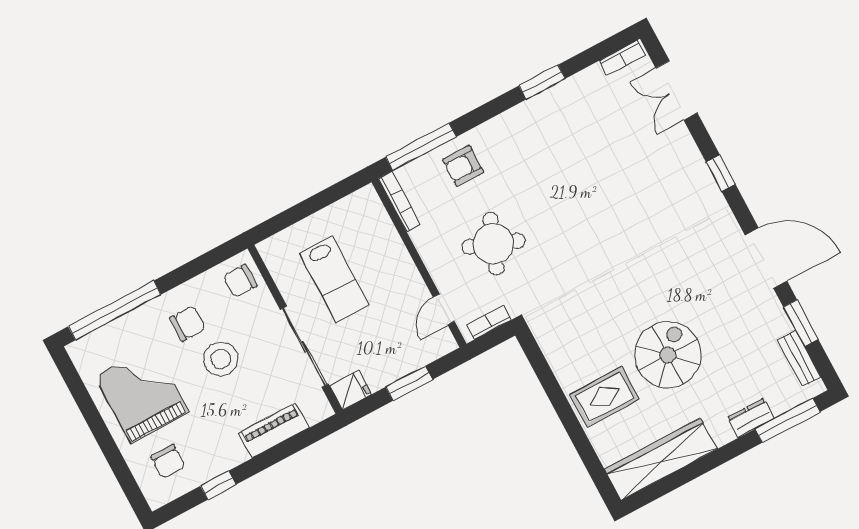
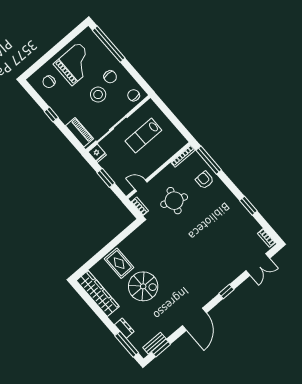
double door: (677, 90) -> (258, 264), swing flipped
window: (801, 323) -> (161, 348), moved
piano: (274, 430) -> (79, 132), moved
window: (218, 485) -> (51, 115), moved

